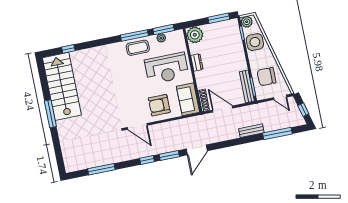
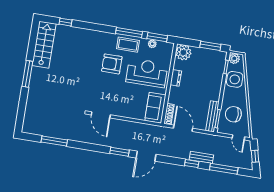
reception desk: (167, 68) -> (147, 73), turned 180
stairs: (62, 86) -> (44, 45), width x0.73, depth x0.66
armchair: (159, 105) -> (112, 64), moved
window: (147, 160) -> (192, 164), moved

